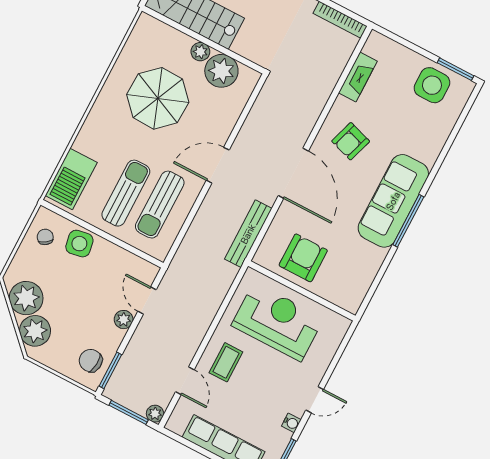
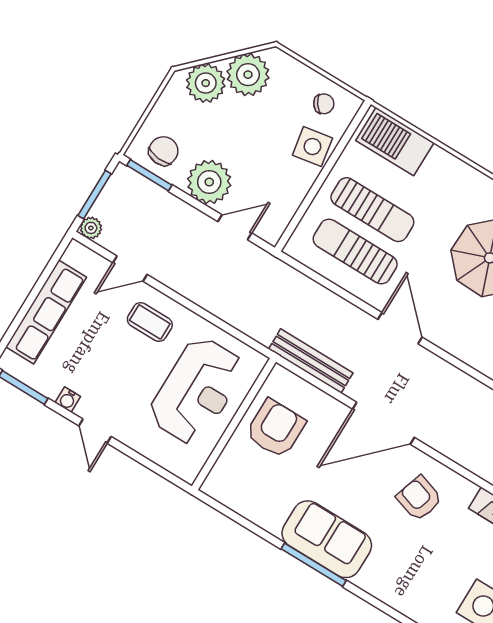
sofa: (393, 201) -> (327, 539), width x0.73
armchair: (303, 258) -> (276, 429), turned -90
plant: (124, 320) -> (209, 182), width x1.88, depth x1.88

